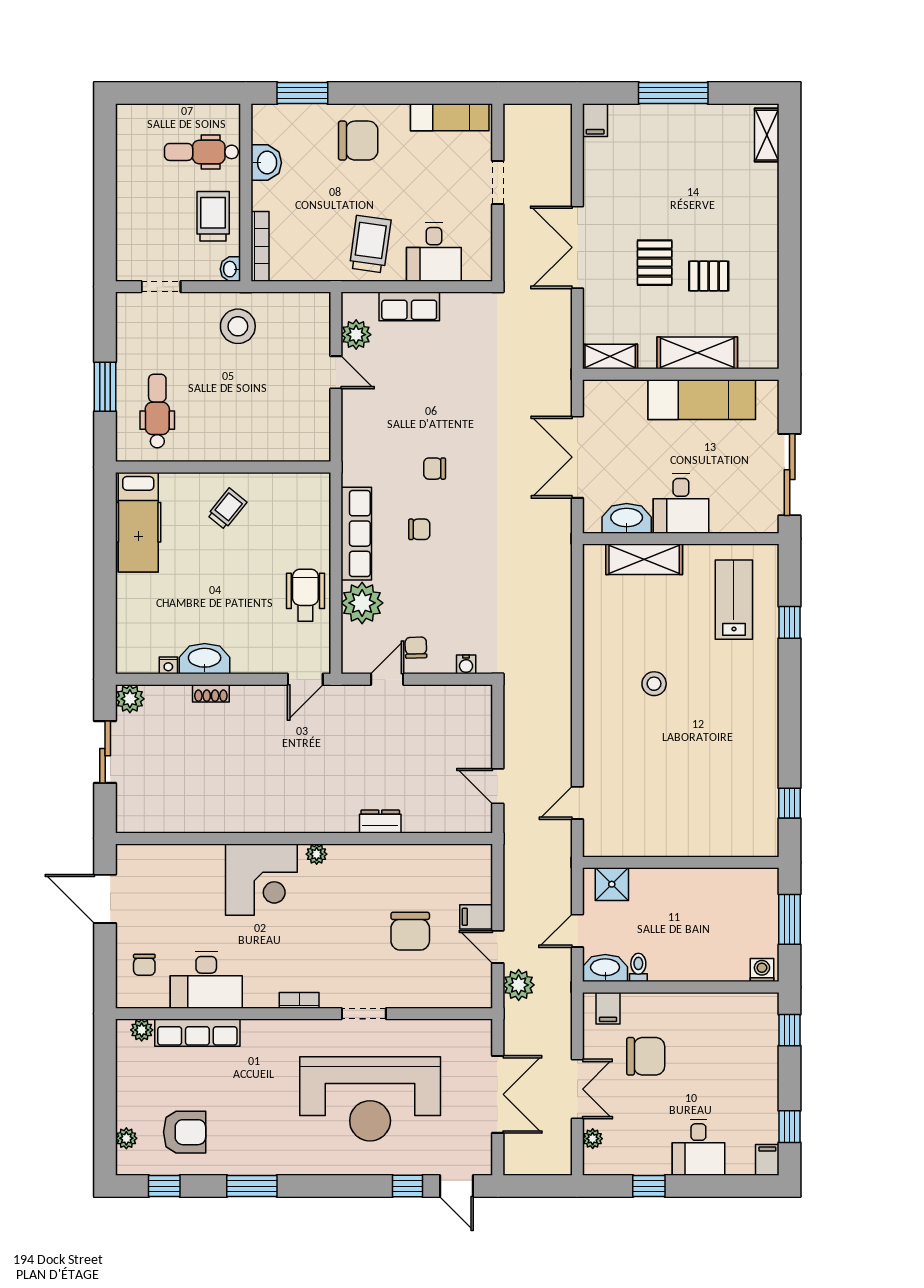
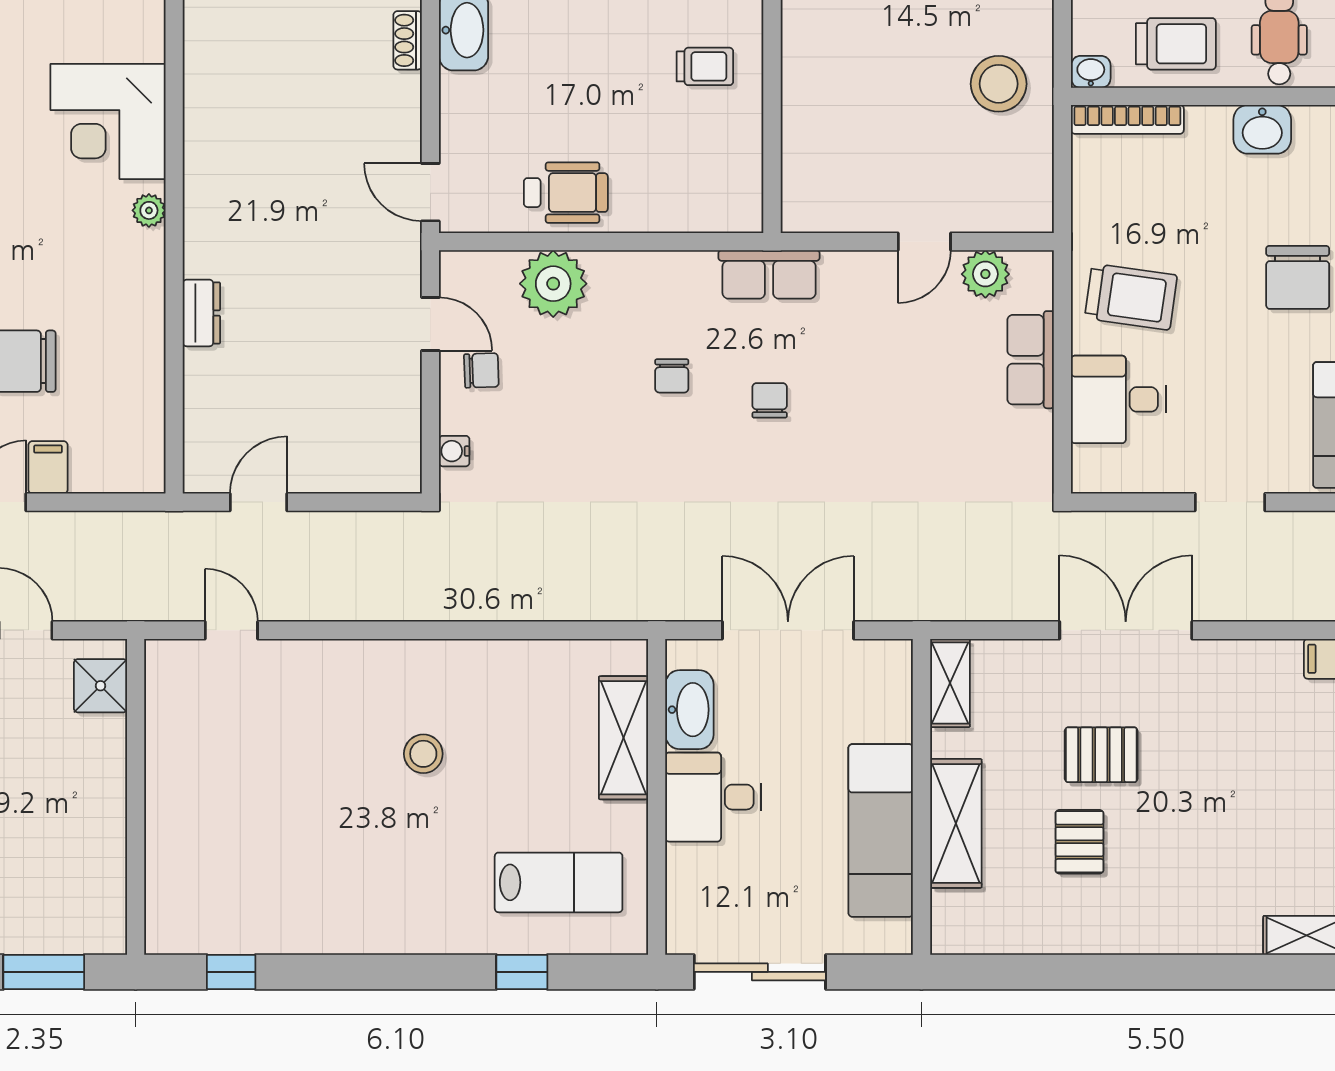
trolley: (227, 509) -> (705, 66), turned -39
row of seats: (356, 534) -> (769, 274), moved, width x0.68

